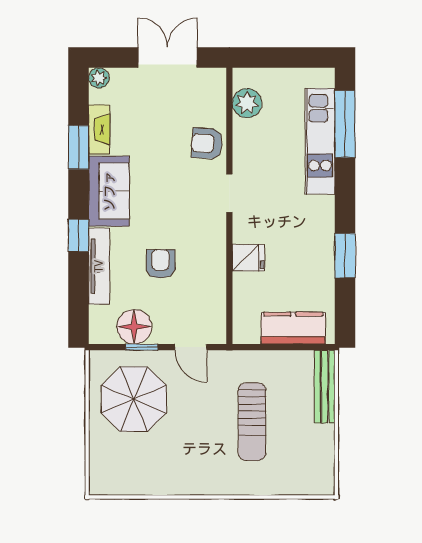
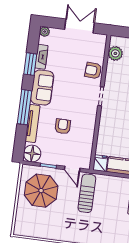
window: (79, 236) -> (25, 107), width x2.17
fridge: (248, 258) -> (100, 163), moved, turned -90
floor lamp: (134, 327) -> (32, 153), moved
sun lounger: (252, 422) -> (87, 193), moved, turned 180

